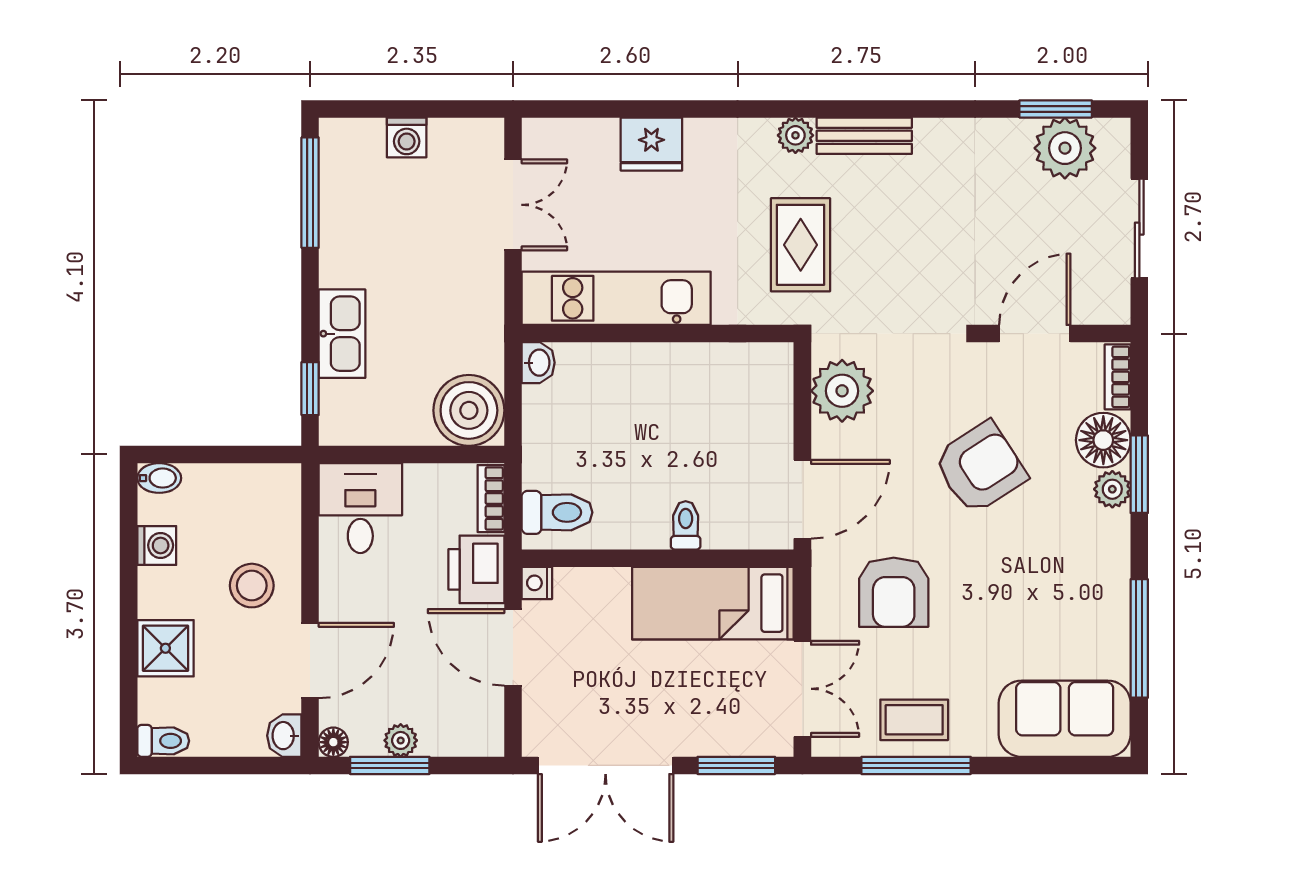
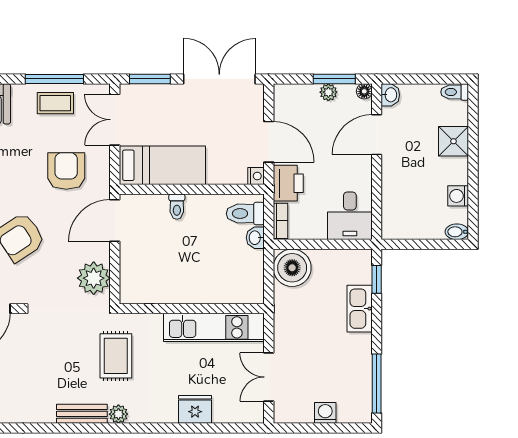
washbasin: (538, 363) -> (255, 238), moved
stool: (252, 586) -> (408, 175), removed

